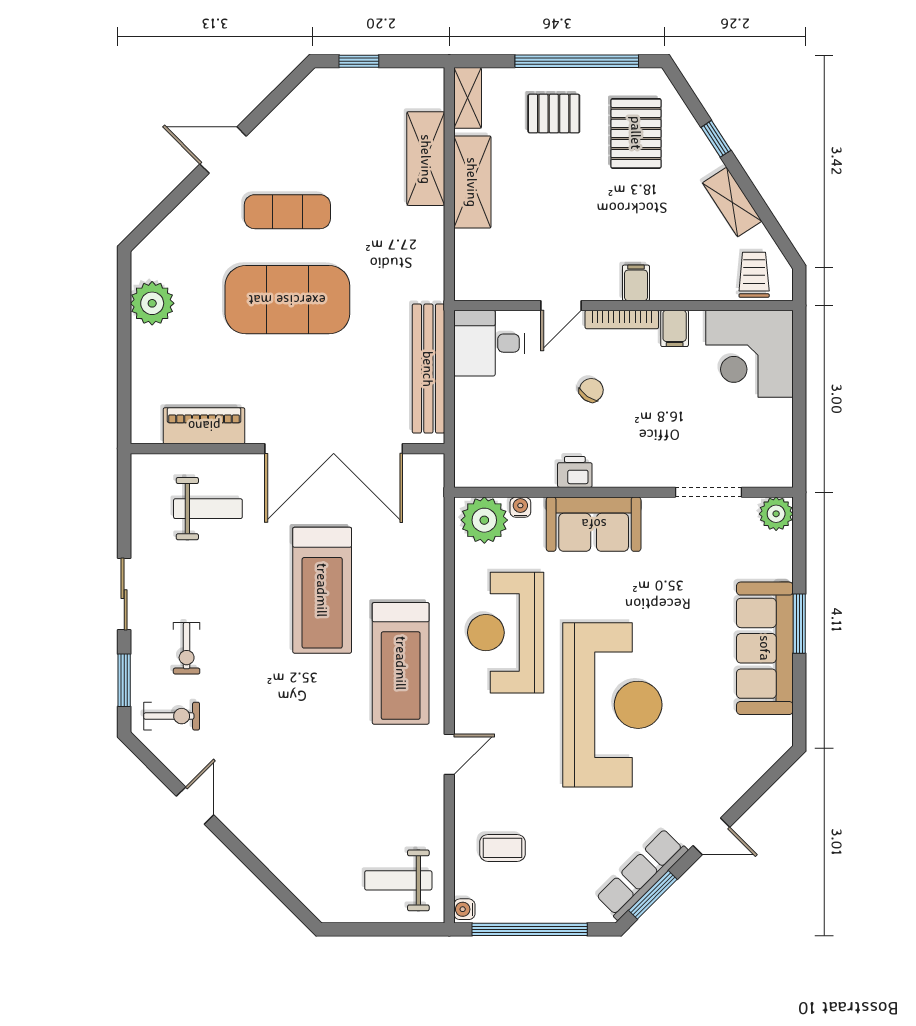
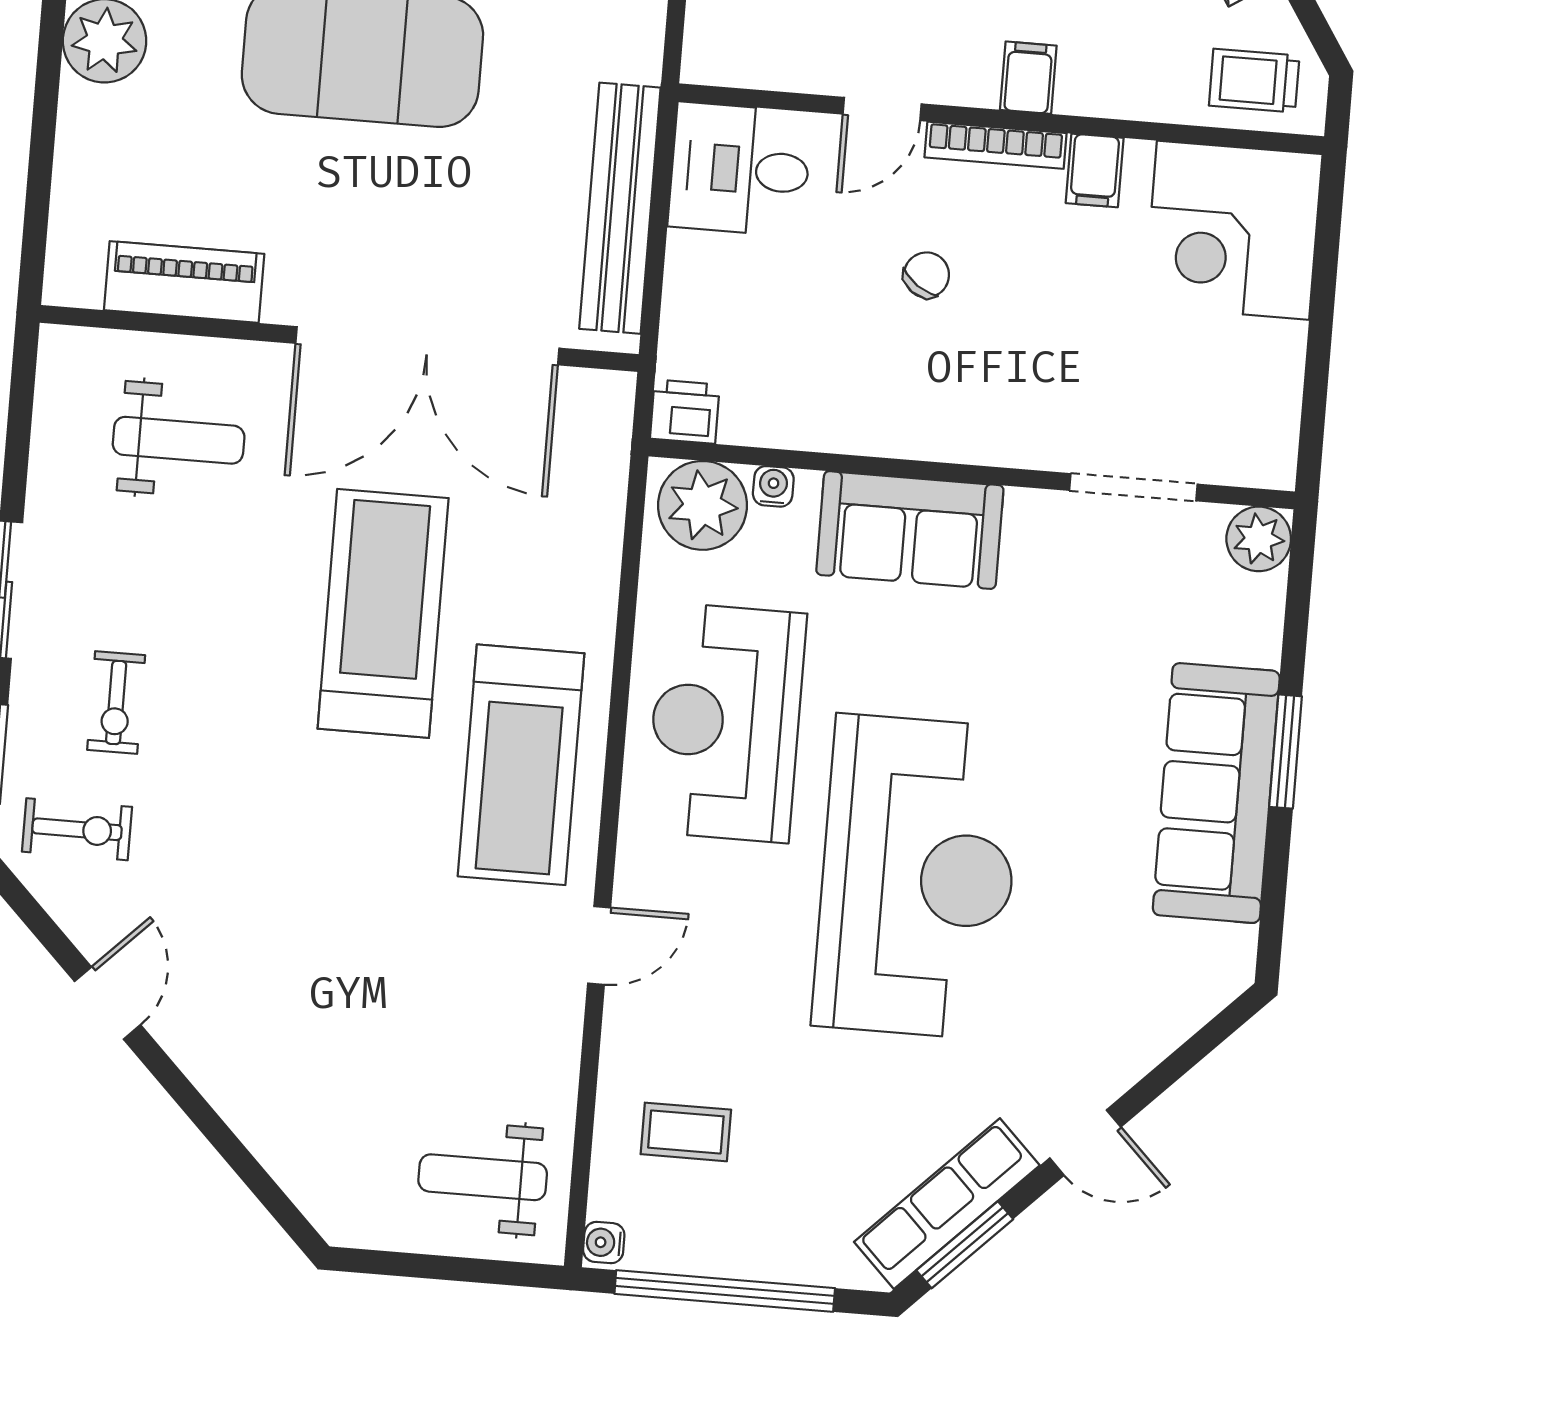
trolley: (754, 275) -> (1254, 81), turned -90
printer: (575, 472) -> (685, 412), moved
treadmill: (322, 590) -> (383, 613), turned 180

